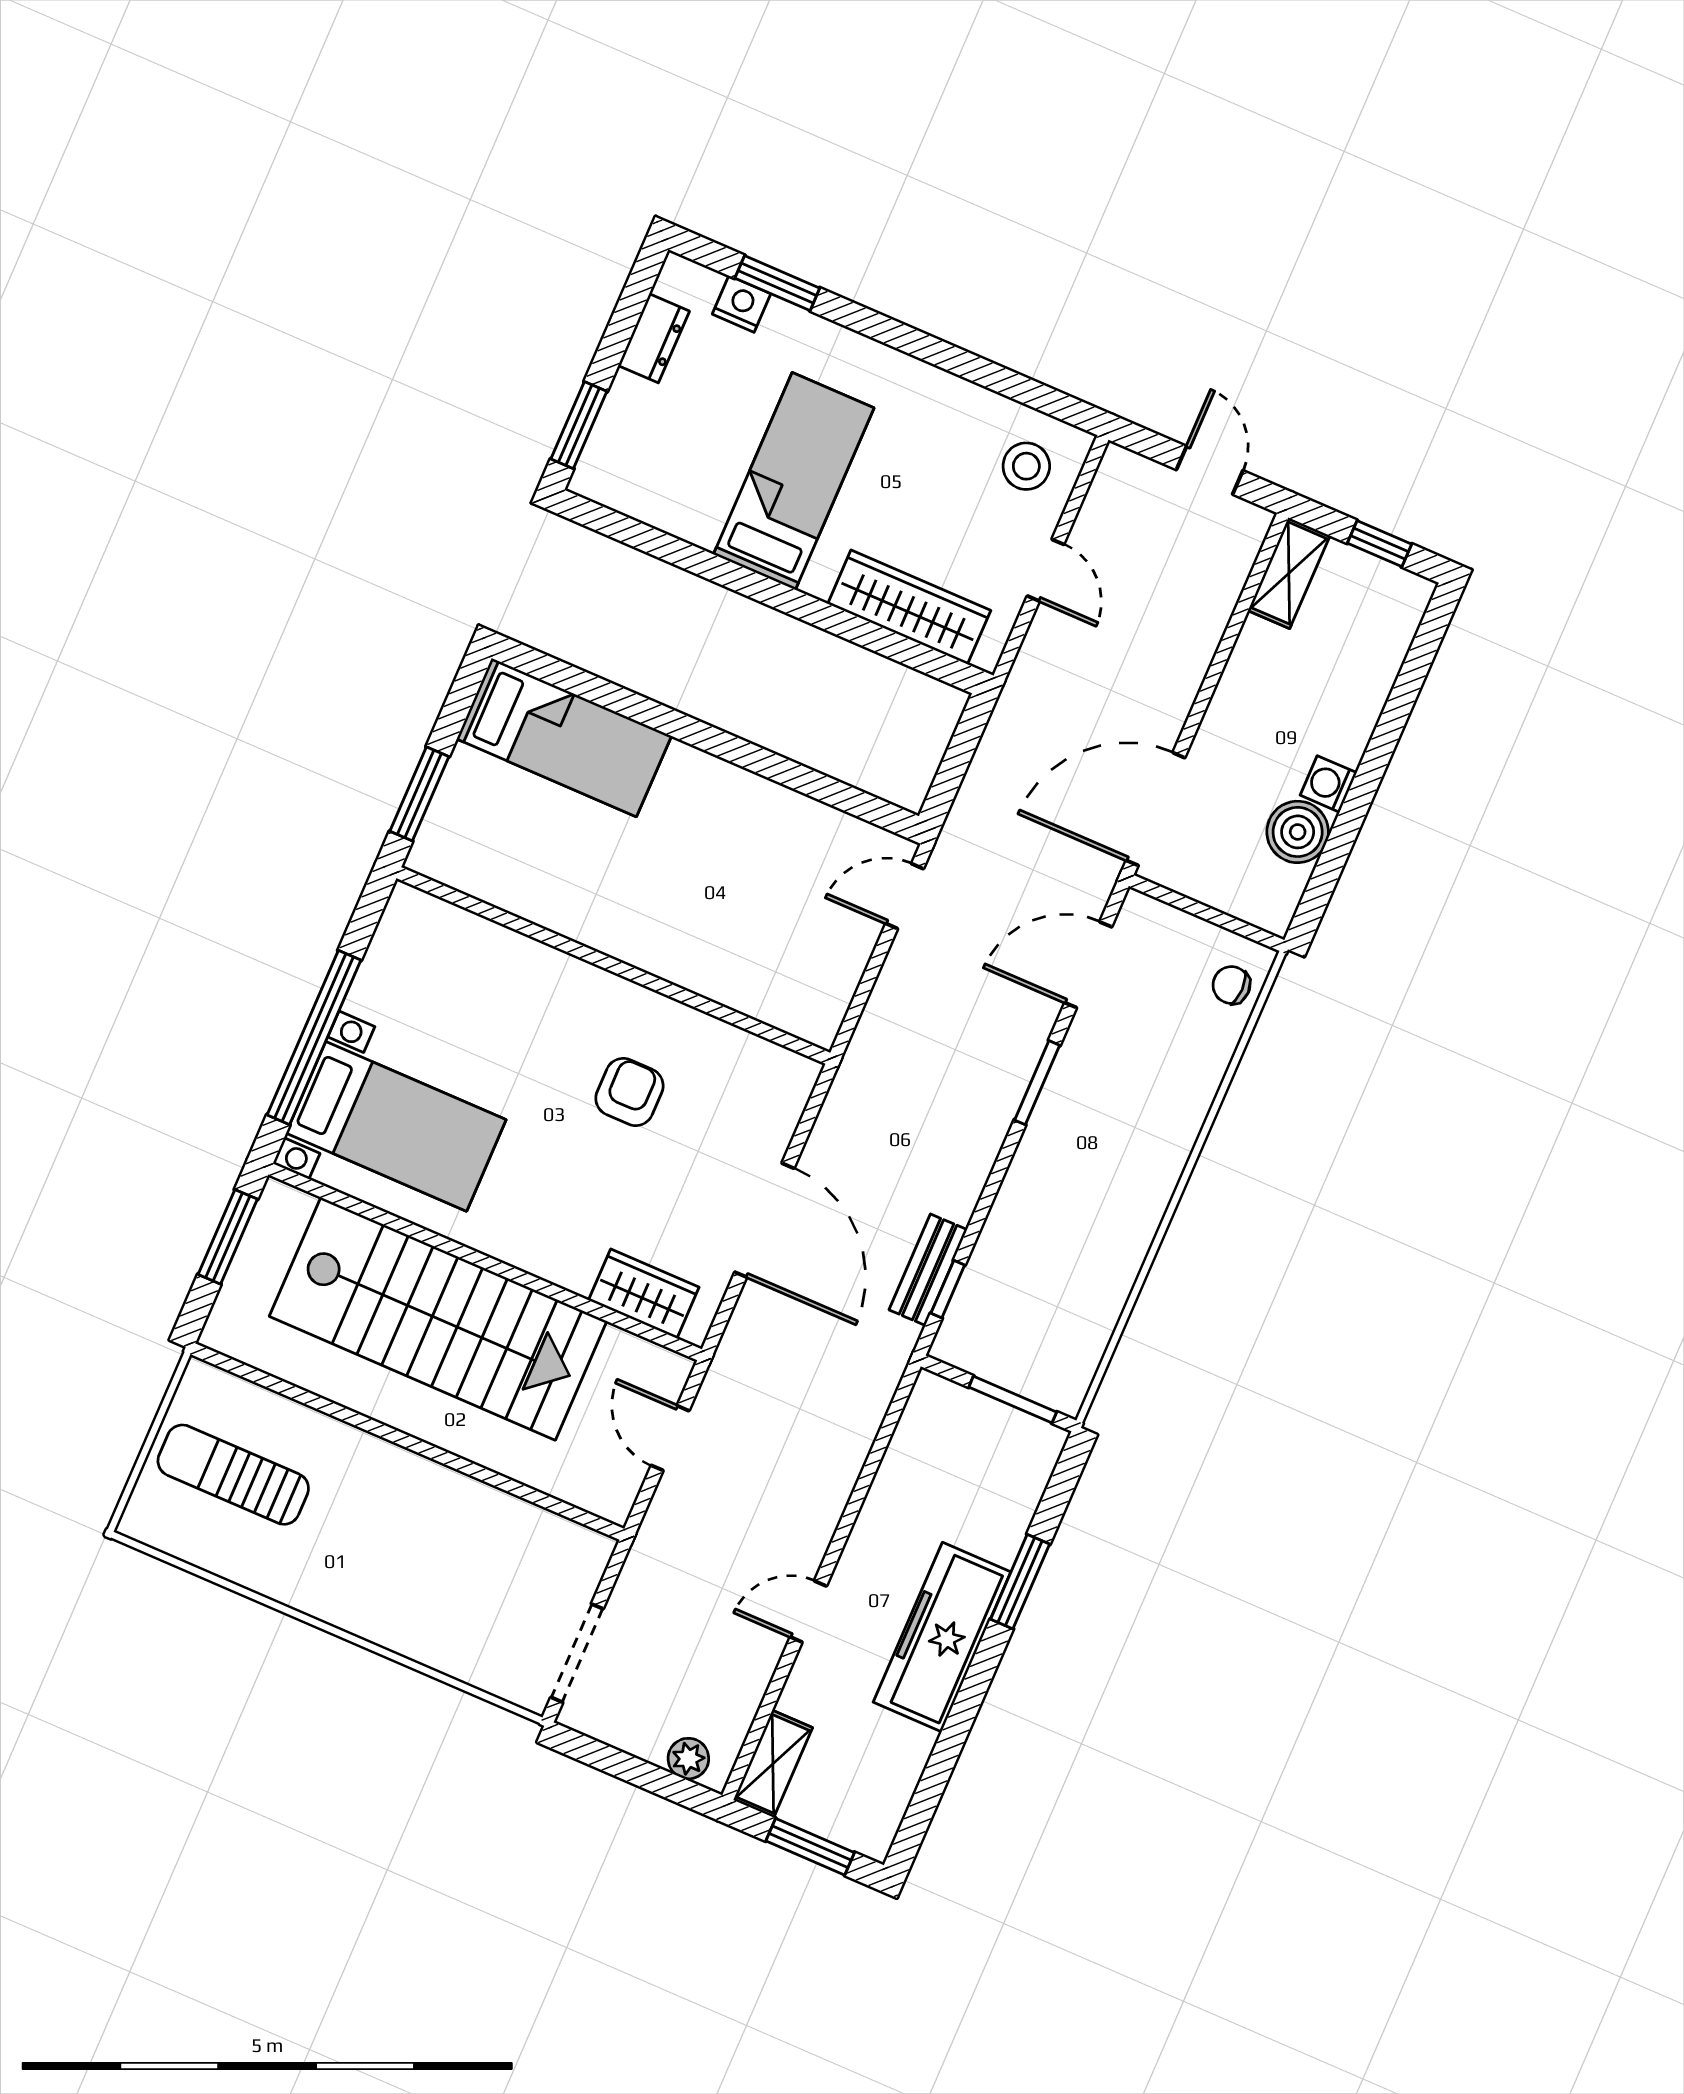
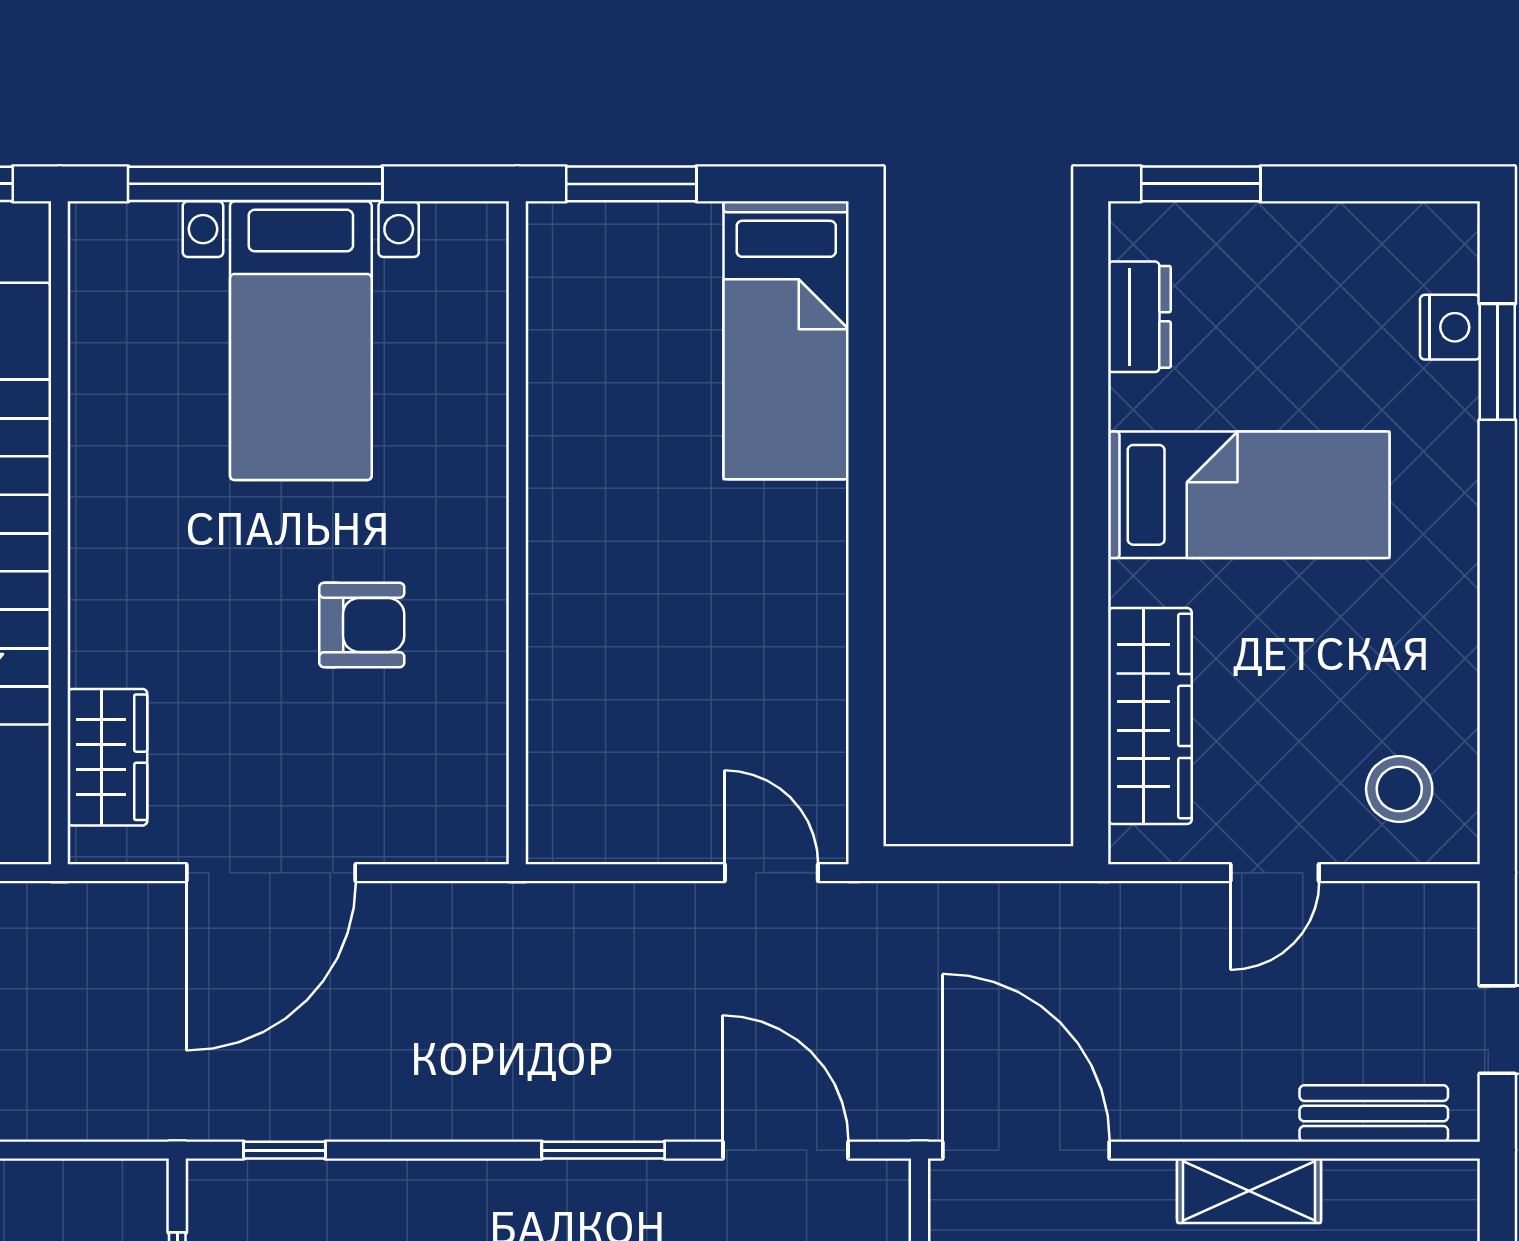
dresser: (654, 338) -> (1139, 317), moved, turned -90
shelving: (1289, 573) -> (1249, 1191), moved
bed with nightstands: (396, 1126) -> (301, 341), moved
bench: (928, 1270) -> (1374, 1113), moved

